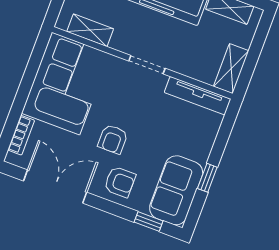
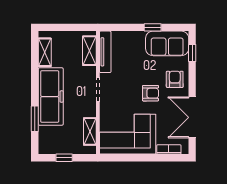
shelving: (231, 69) -> (89, 51), moved, turned 90

